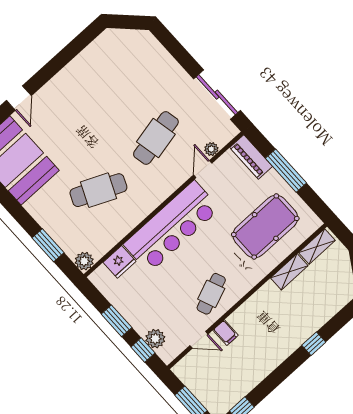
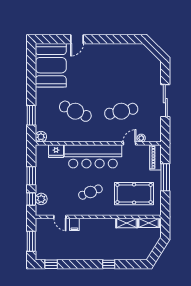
sliding door: (217, 95) -> (165, 101), moved
cafe table: (211, 294) -> (90, 192), moved

